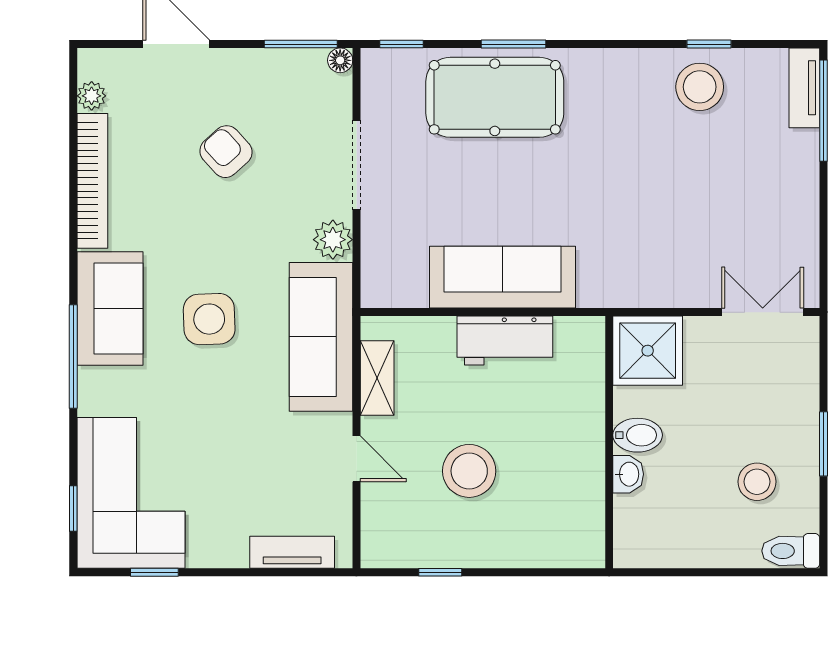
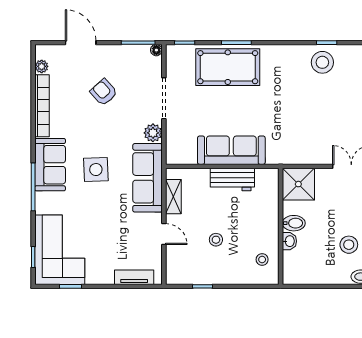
stool: (469, 471) -> (216, 240), width x0.53, depth x0.53
stool: (569, 514) -> (262, 260), added

